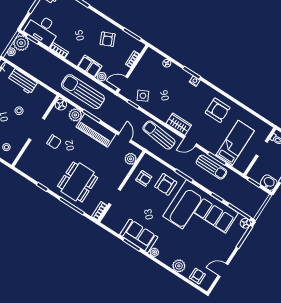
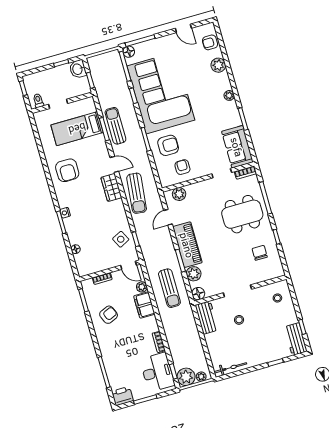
workbench: (22, 81) -> (207, 318), moved
sun lounger: (83, 92) -> (169, 288), width x0.73, depth x0.75
armchair: (218, 110) -> (67, 170), turned 180
chair: (54, 142) -> (260, 253), moved
sofa: (139, 236) -> (237, 147), moved

